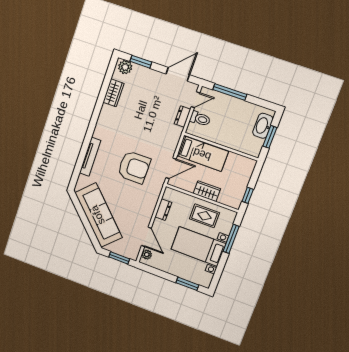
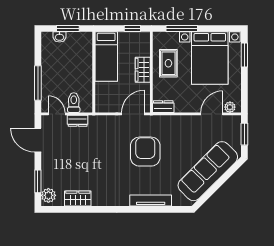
washbasin: (263, 126) -> (60, 37), width x0.52, depth x0.69
bed: (202, 154) -> (106, 57), moved, turned 180
door: (171, 168) -> (133, 114), hinge flipped
dresser: (163, 210) -> (163, 107), moved
bed with nightstands: (198, 246) -> (210, 58), width x1.36

